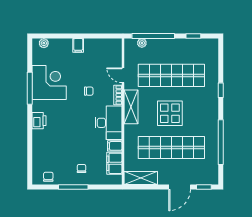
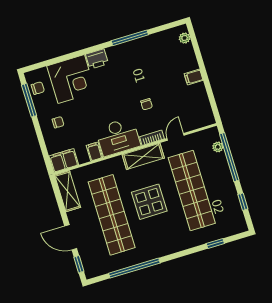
corner desk: (49, 82) -> (71, 79), moved
window: (221, 90) -> (215, 243), moved
filing cabinet: (114, 163) -> (64, 160), moved
window: (73, 187) -> (29, 100), moved

